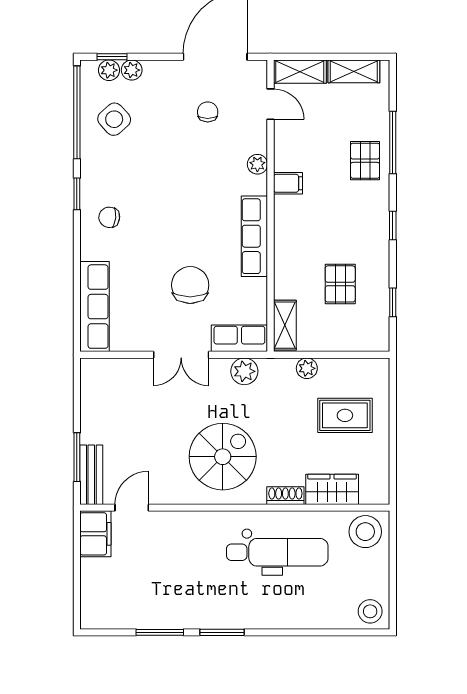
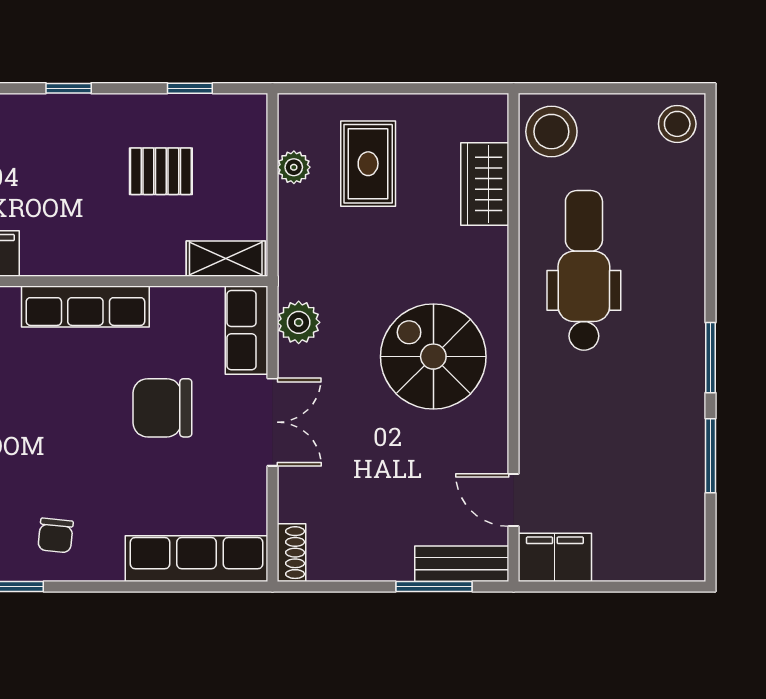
plant: (307, 368) -> (294, 167), moved
shoe rack: (285, 496) -> (291, 553), moved, turned 180

